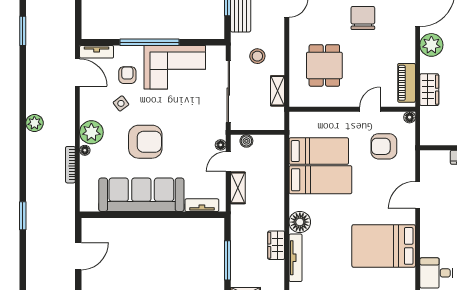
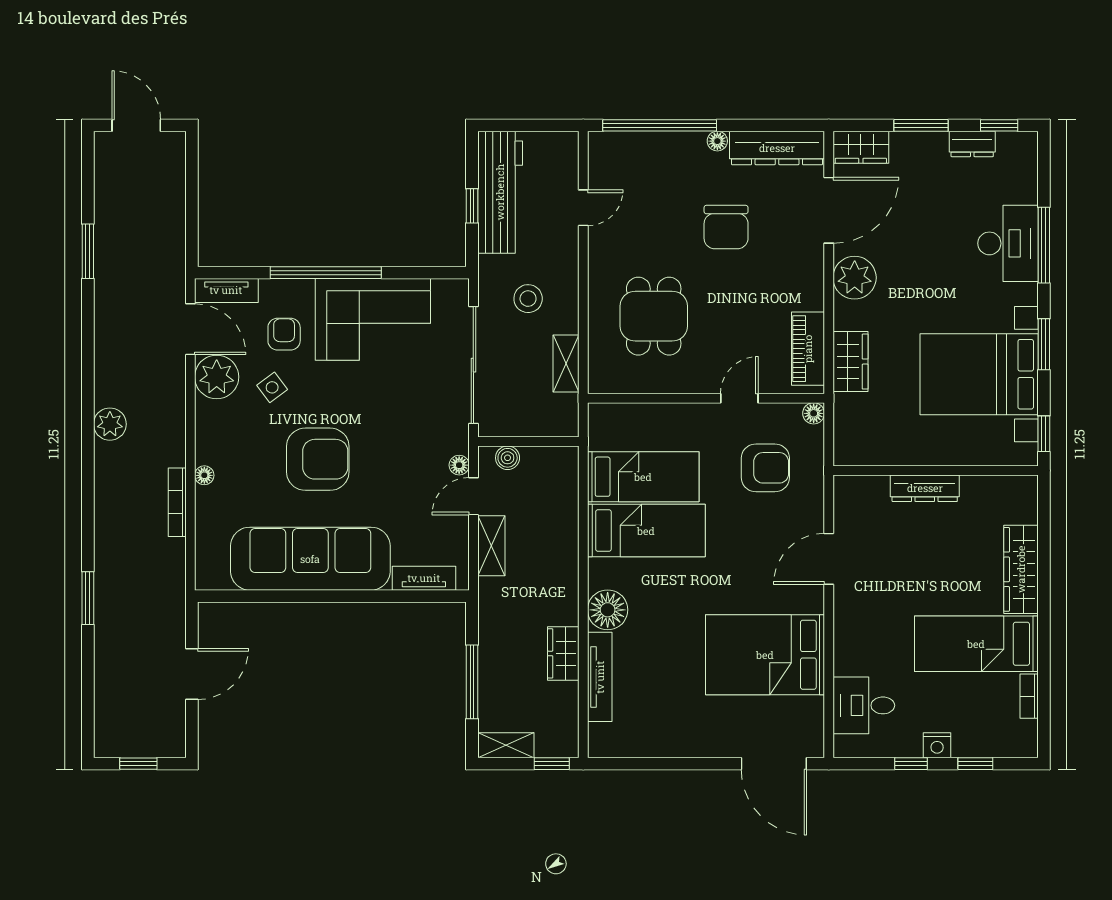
chair: (363, 18) -> (726, 227), turned 180
plant: (91, 132) -> (217, 377), moved
armchair: (384, 146) -> (765, 468), turned 180

